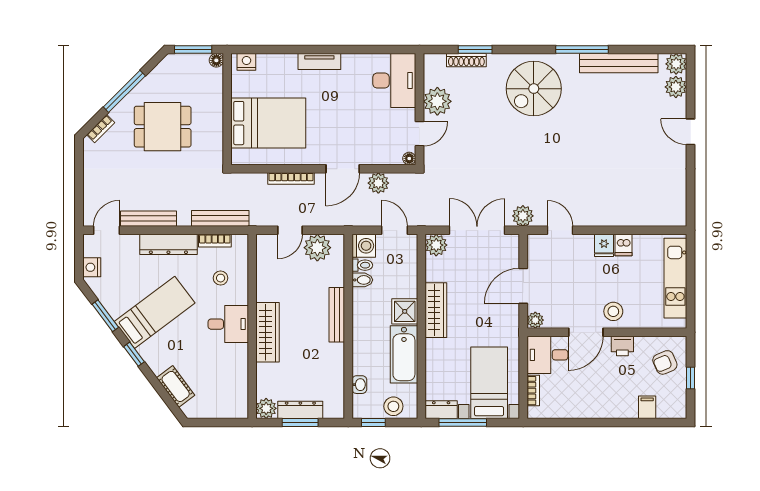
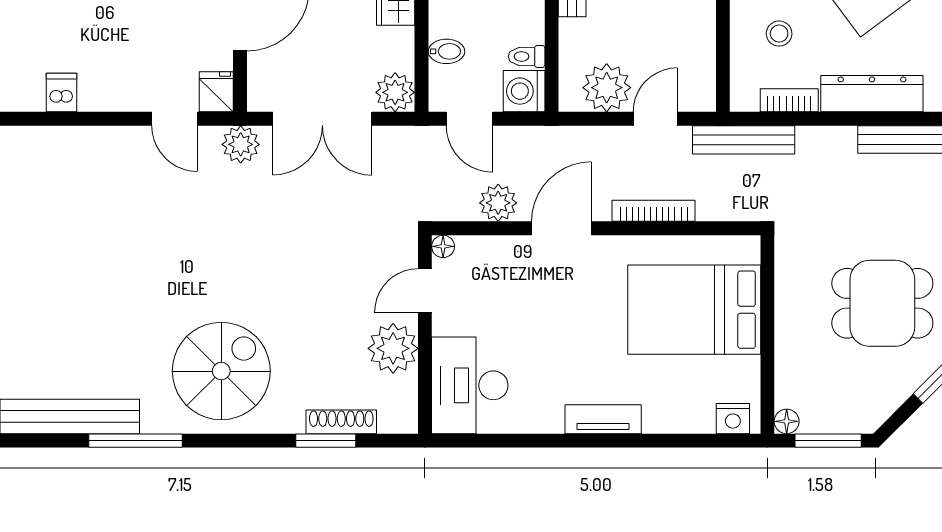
bench: (220, 218) -> (744, 140), moved
fridge: (604, 245) -> (216, 92), moved
bidet: (362, 280) -> (446, 51), moved, turned 180

